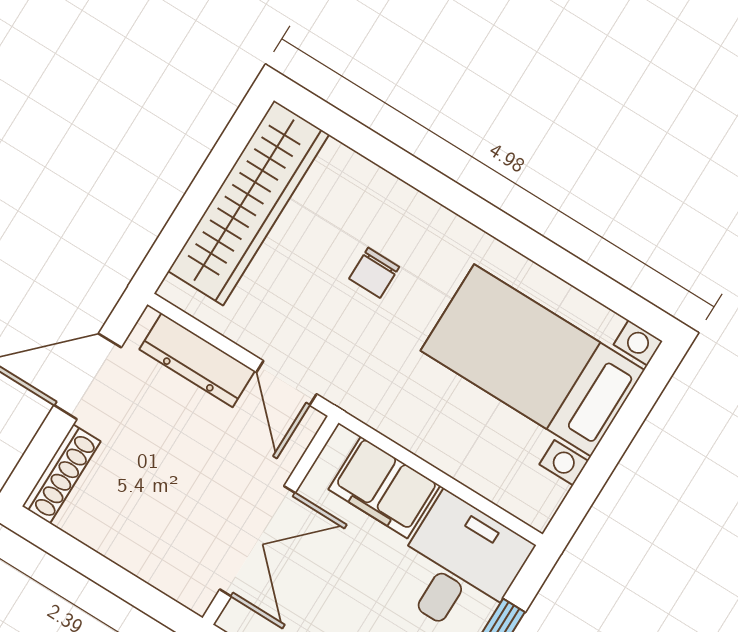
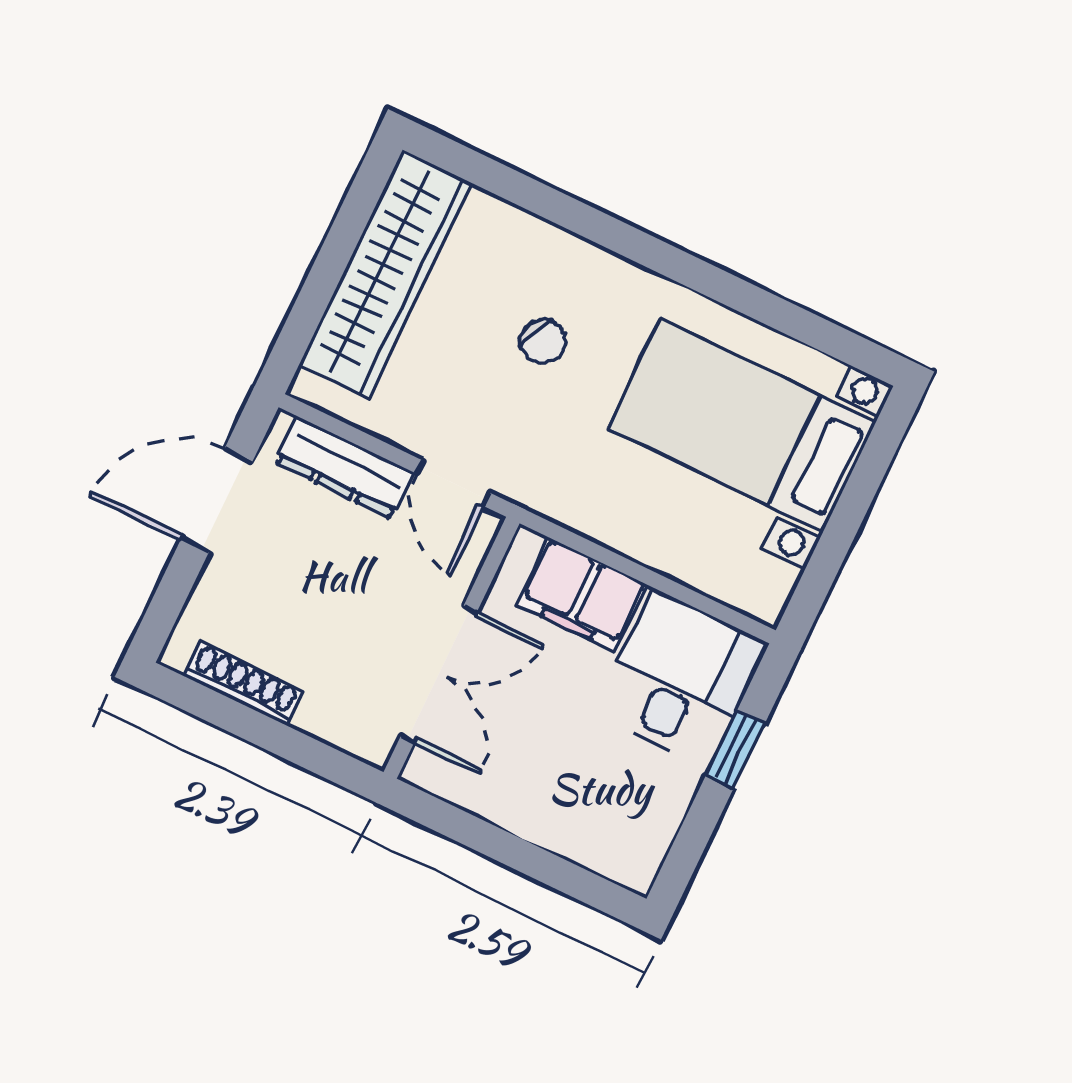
chair: (374, 273) -> (543, 341), turned -61
shoe rack: (61, 474) -> (244, 683), moved, turned -90

